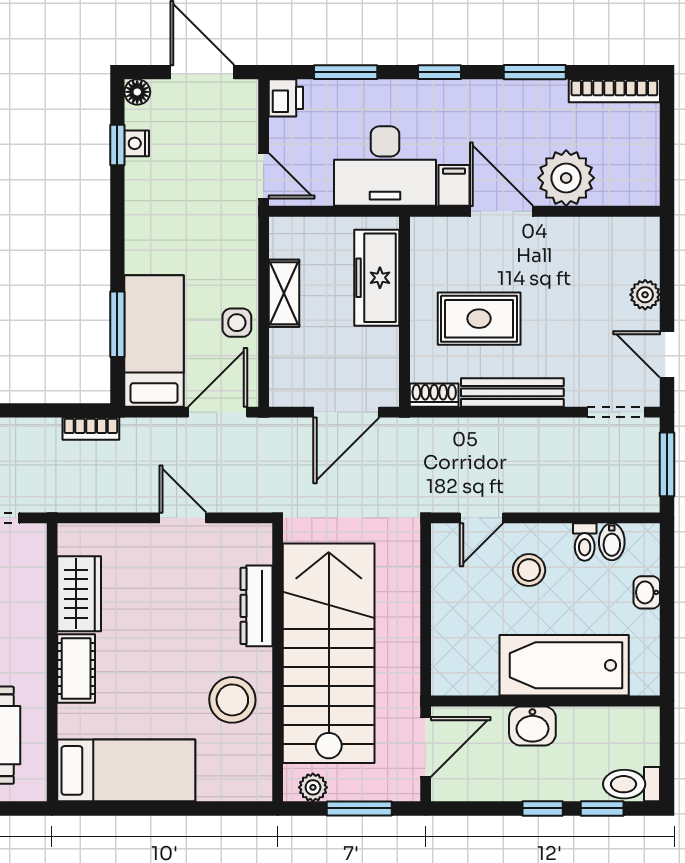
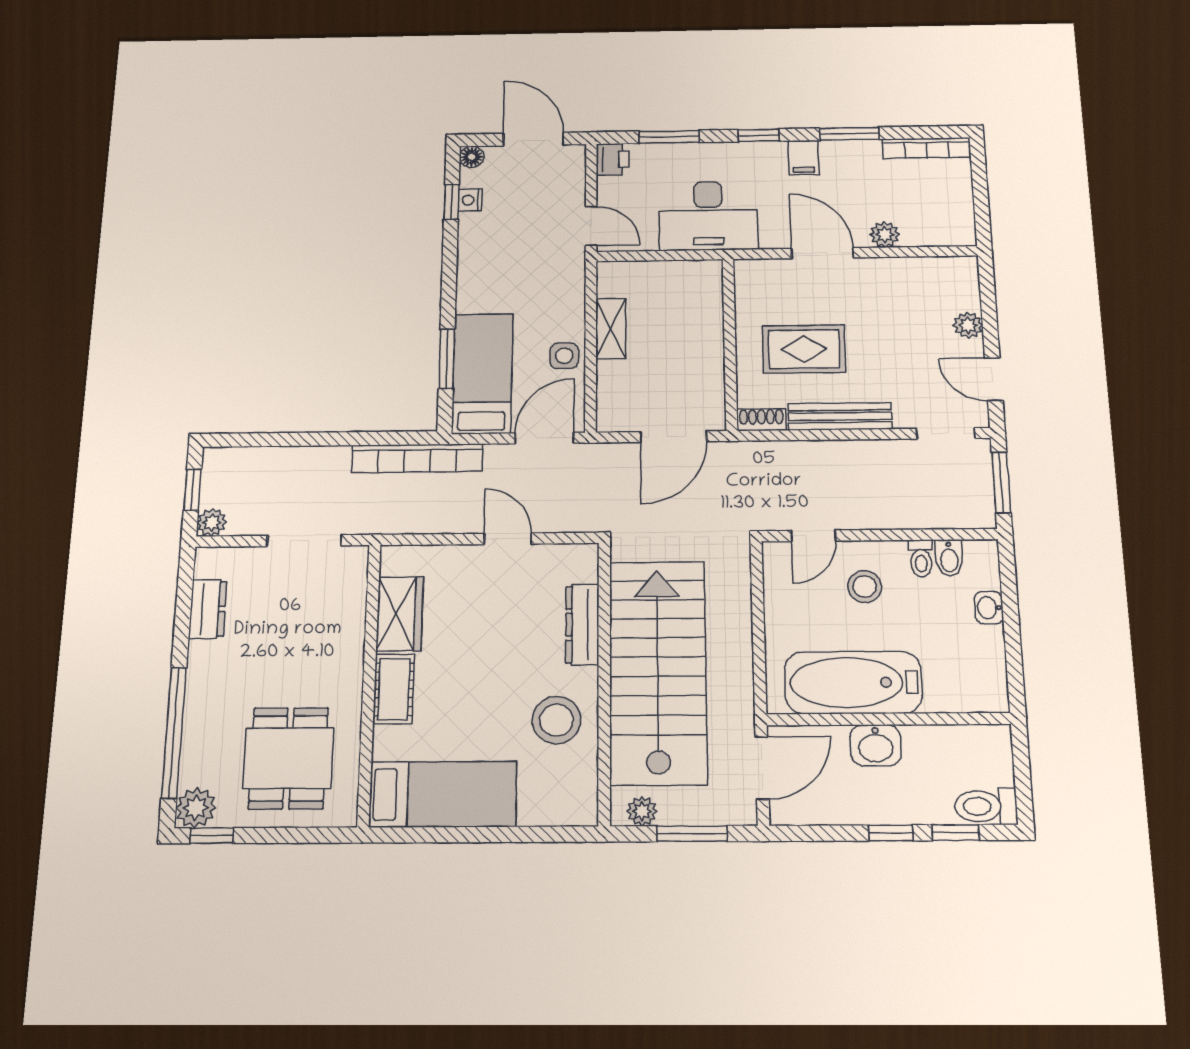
plant: (566, 178) -> (885, 235), width x0.53, depth x0.53
filing cabinet: (454, 185) -> (803, 158), moved, turned 180
freezer: (377, 278) -> (702, 314), removed
bookcase: (91, 429) -> (417, 458), width x2.31, depth x1.31
bathtub: (564, 665) -> (853, 683), moved

